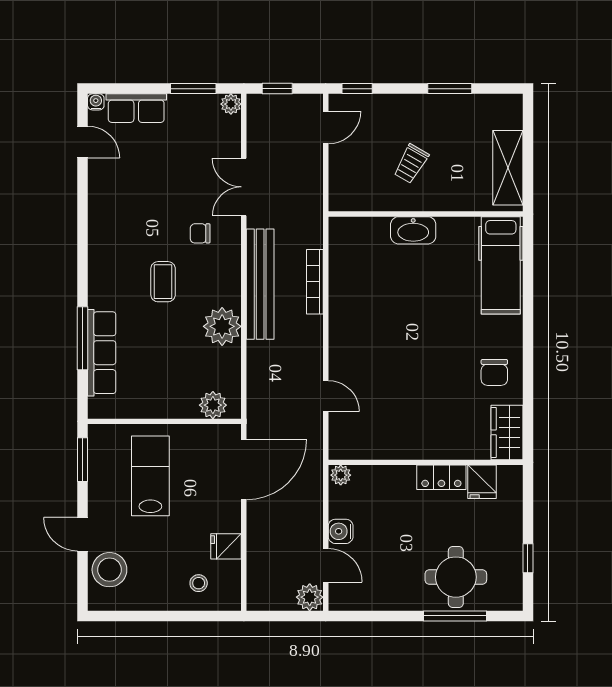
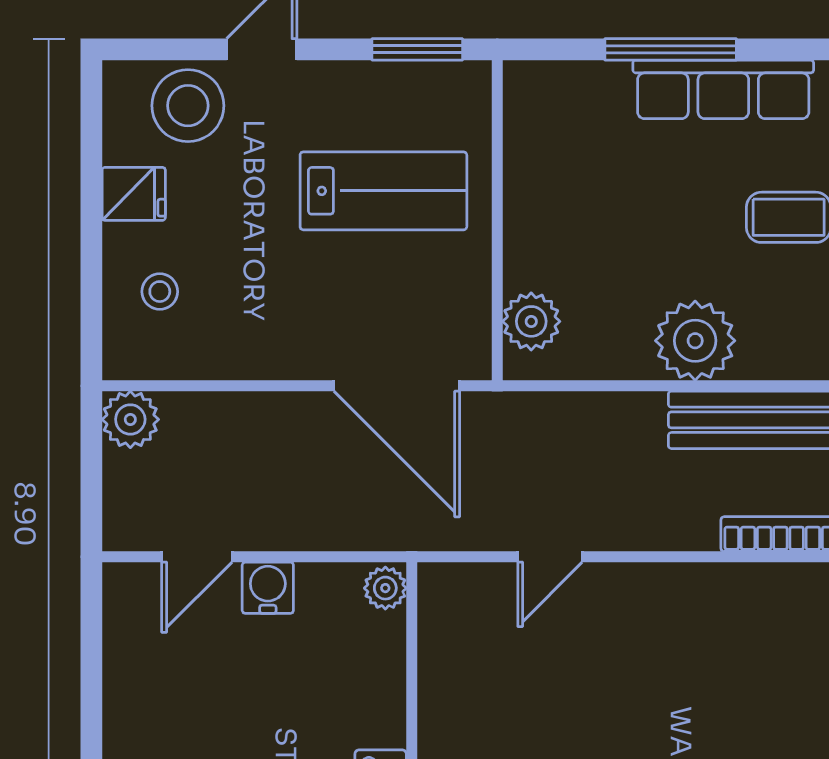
row of seats: (102, 353) -> (723, 89), moved
fridge: (226, 546) -> (134, 194), moved, turned 90
plant: (310, 597) -> (130, 419), moved

